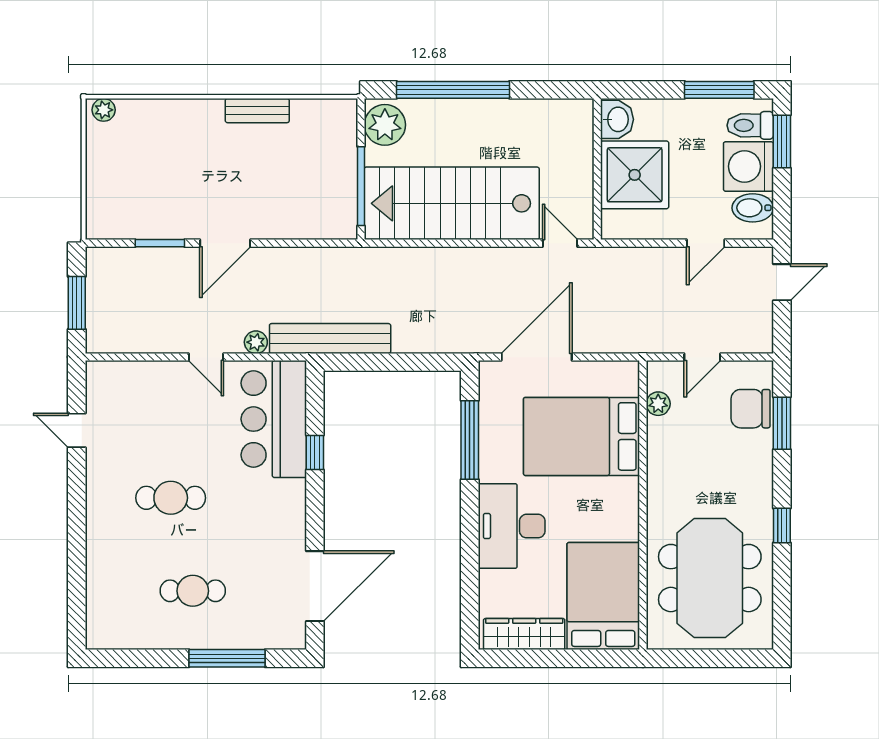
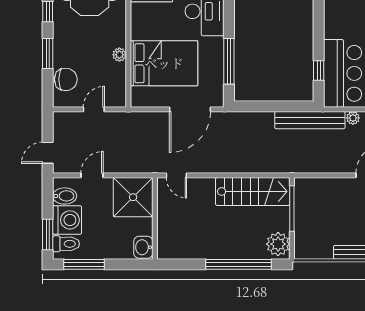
shower: (635, 175) -> (133, 197), moved
stairs: (452, 203) -> (253, 191), width x0.73, depth x0.66
plant: (658, 404) -> (119, 55), moved
window: (782, 423) -> (48, 54), moved
window: (315, 452) -> (319, 71), moved

